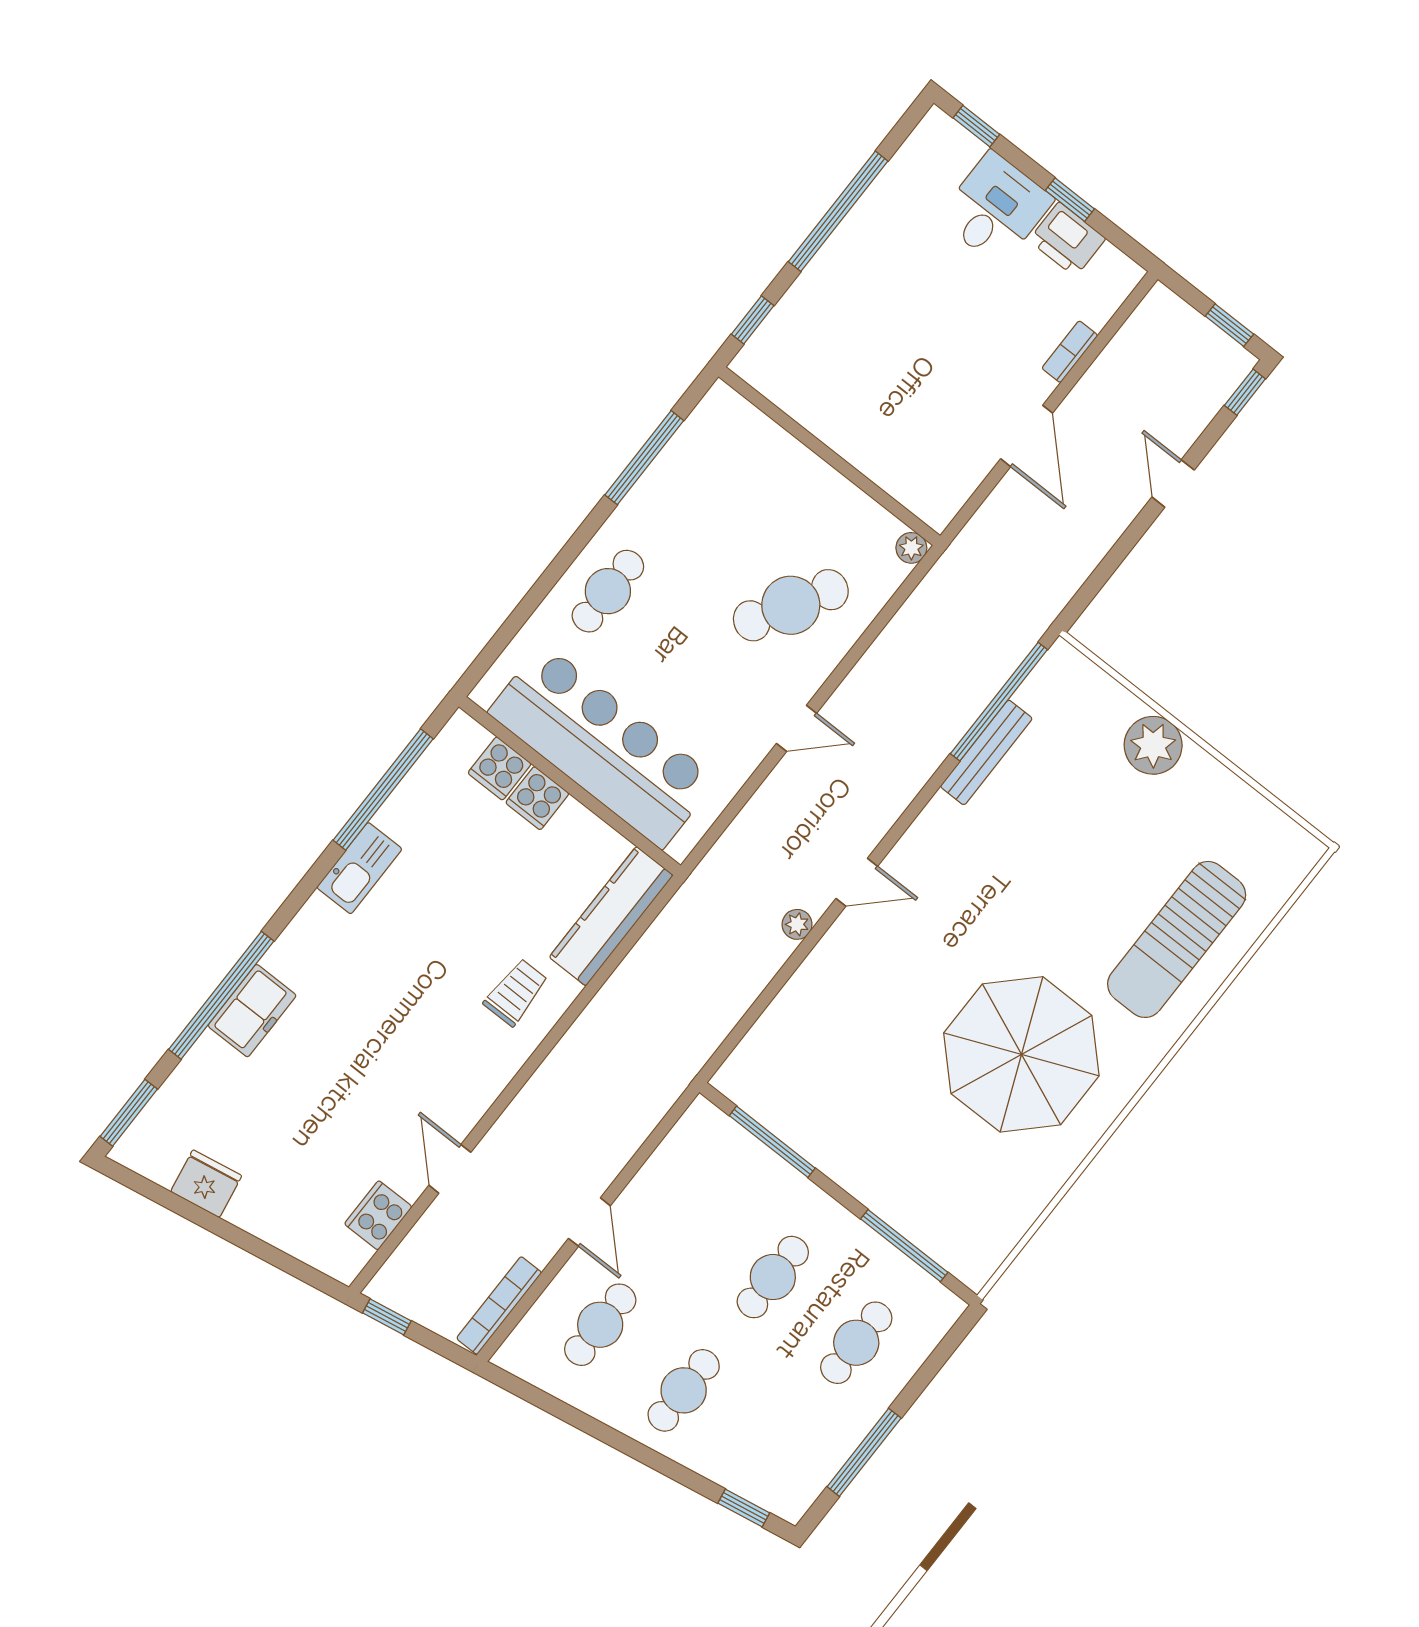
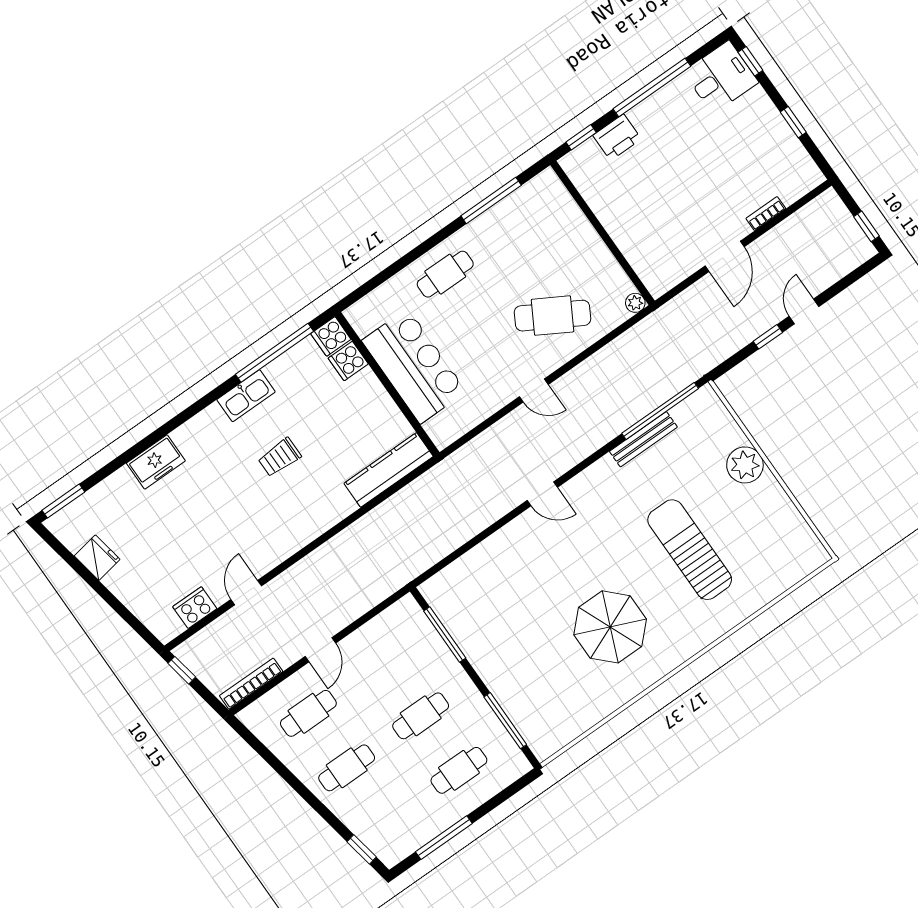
desk: (996, 209) -> (721, 77), moved
printer: (1067, 239) -> (617, 137), moved, turned -90
window: (1245, 392) -> (768, 337), moved
bar counter: (602, 746) -> (414, 366), width x0.73
cooker: (537, 798) -> (331, 336), moved
plant: (797, 924) -> (499, 508), removed
sun lounger: (1177, 939) -> (690, 550), moved, turned 90
trolley: (516, 992) -> (280, 457), moved, turned 180
window: (221, 995) -> (140, 447), removed
parasol: (1021, 1054) -> (610, 627), width x0.73, depth x0.73

